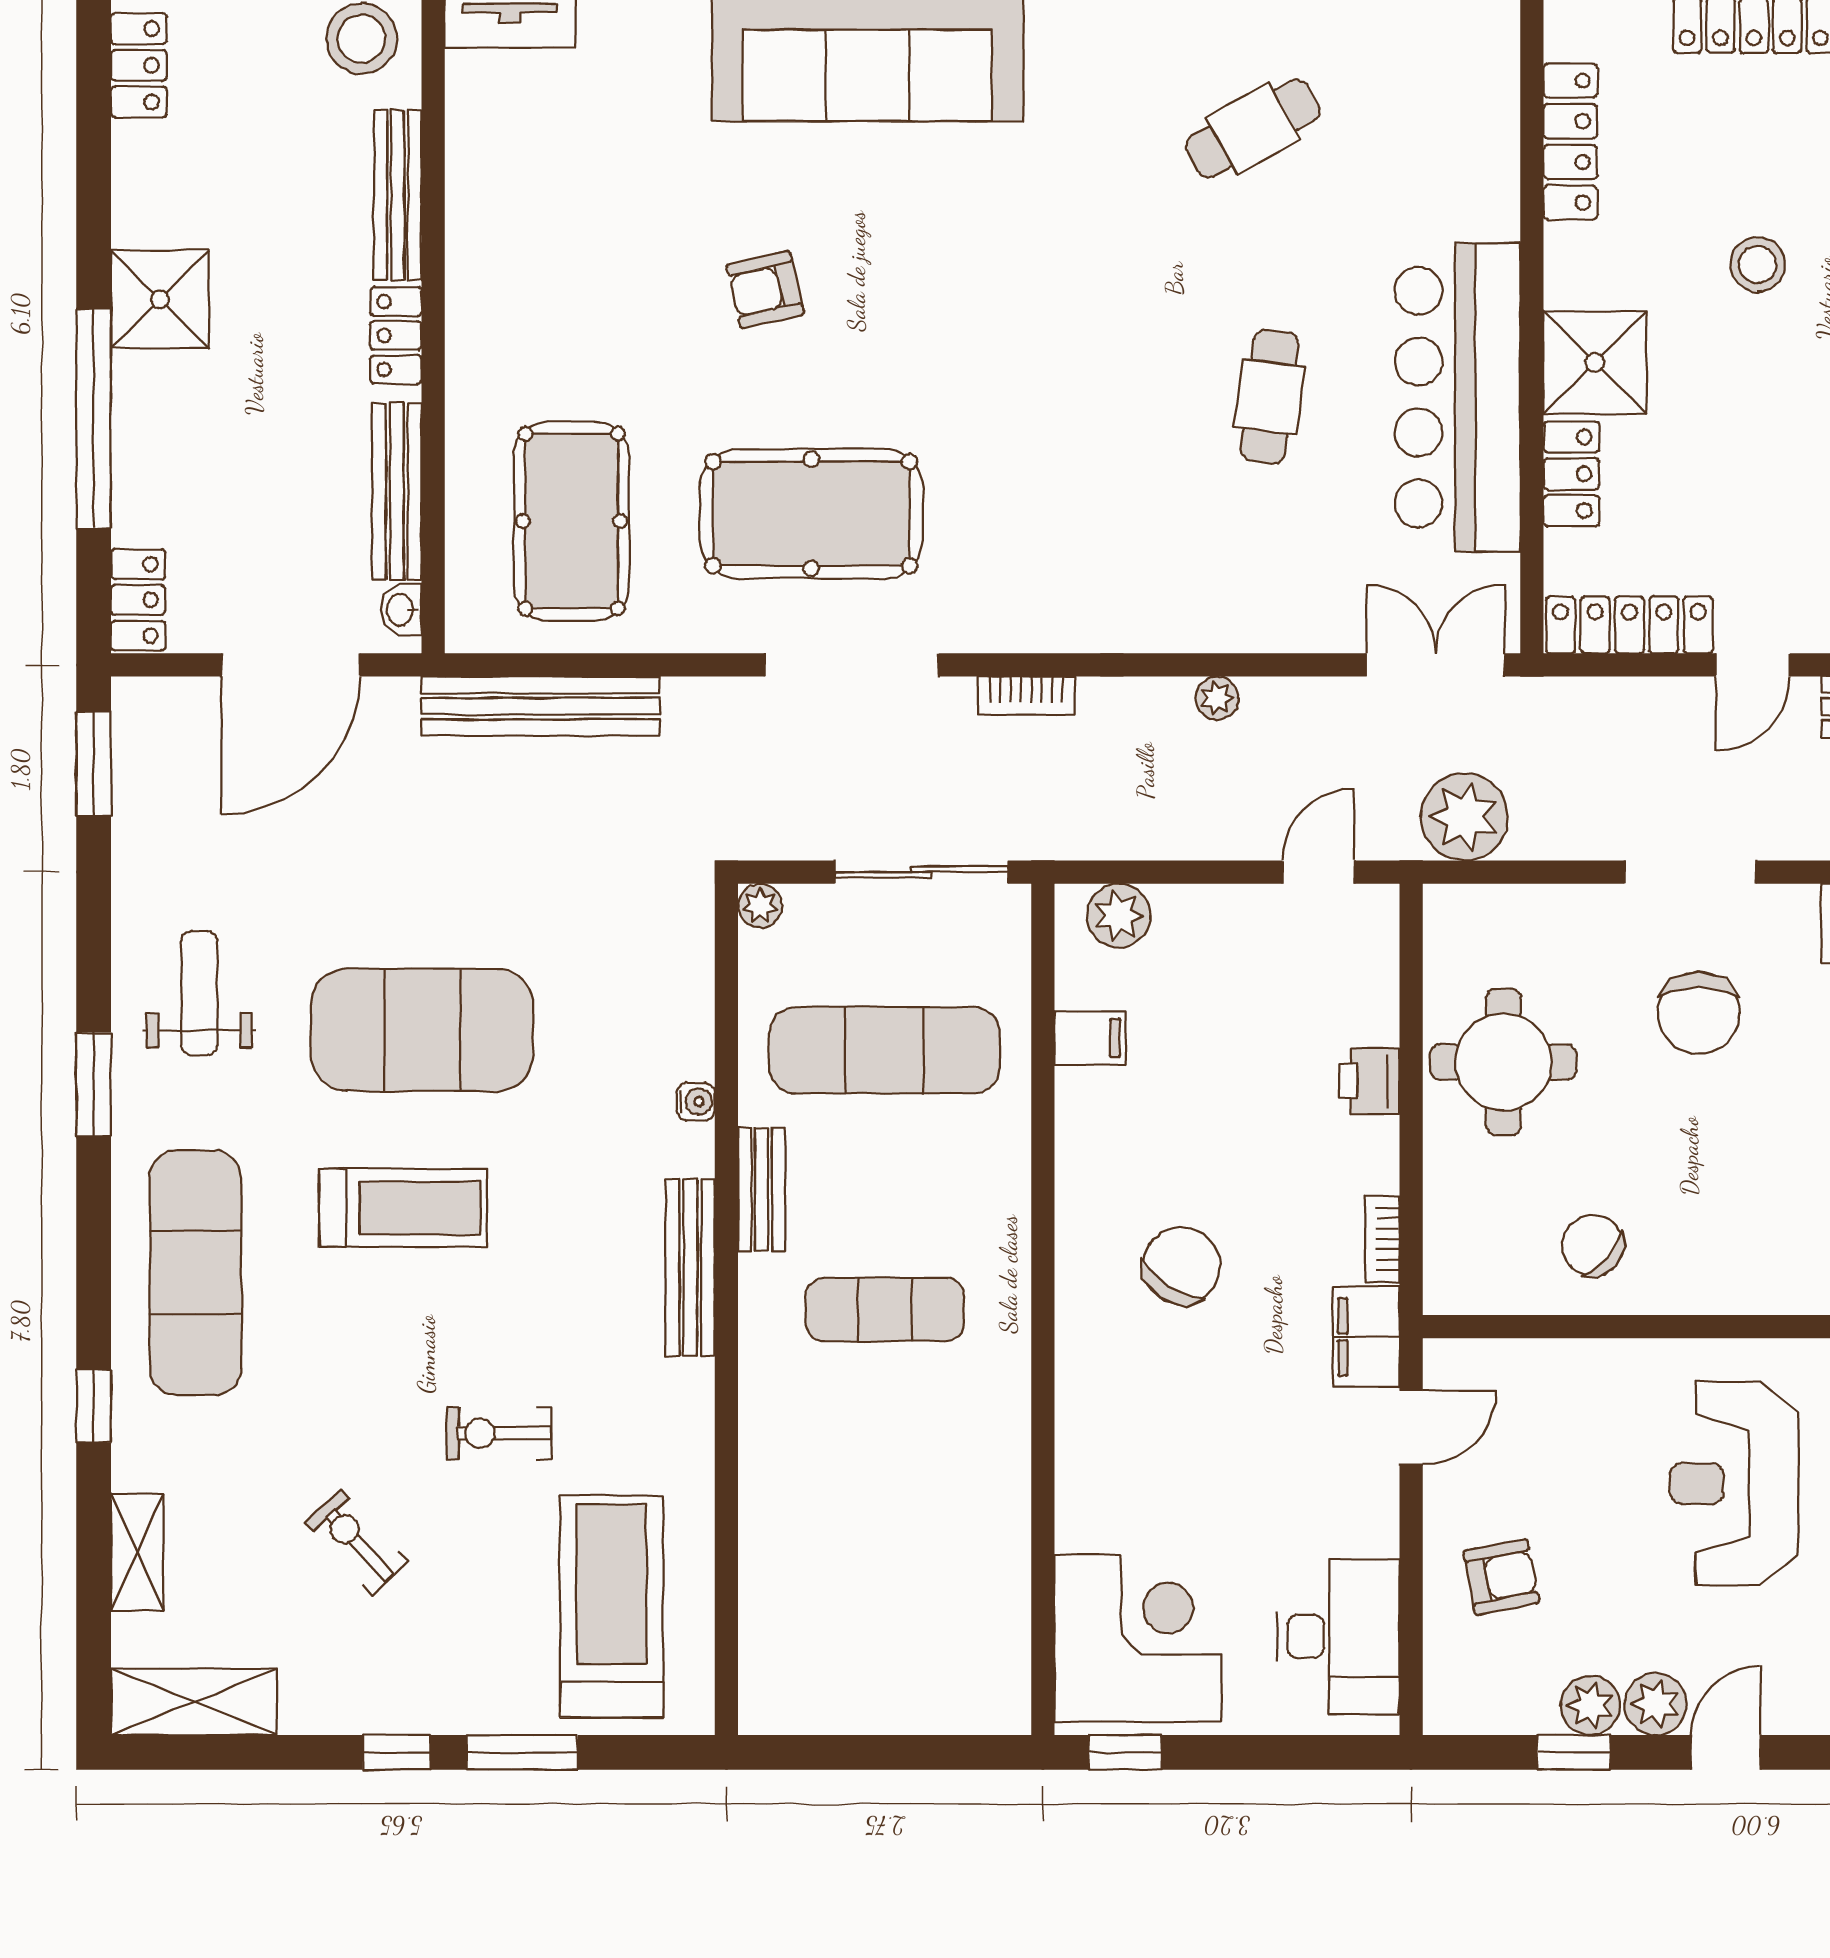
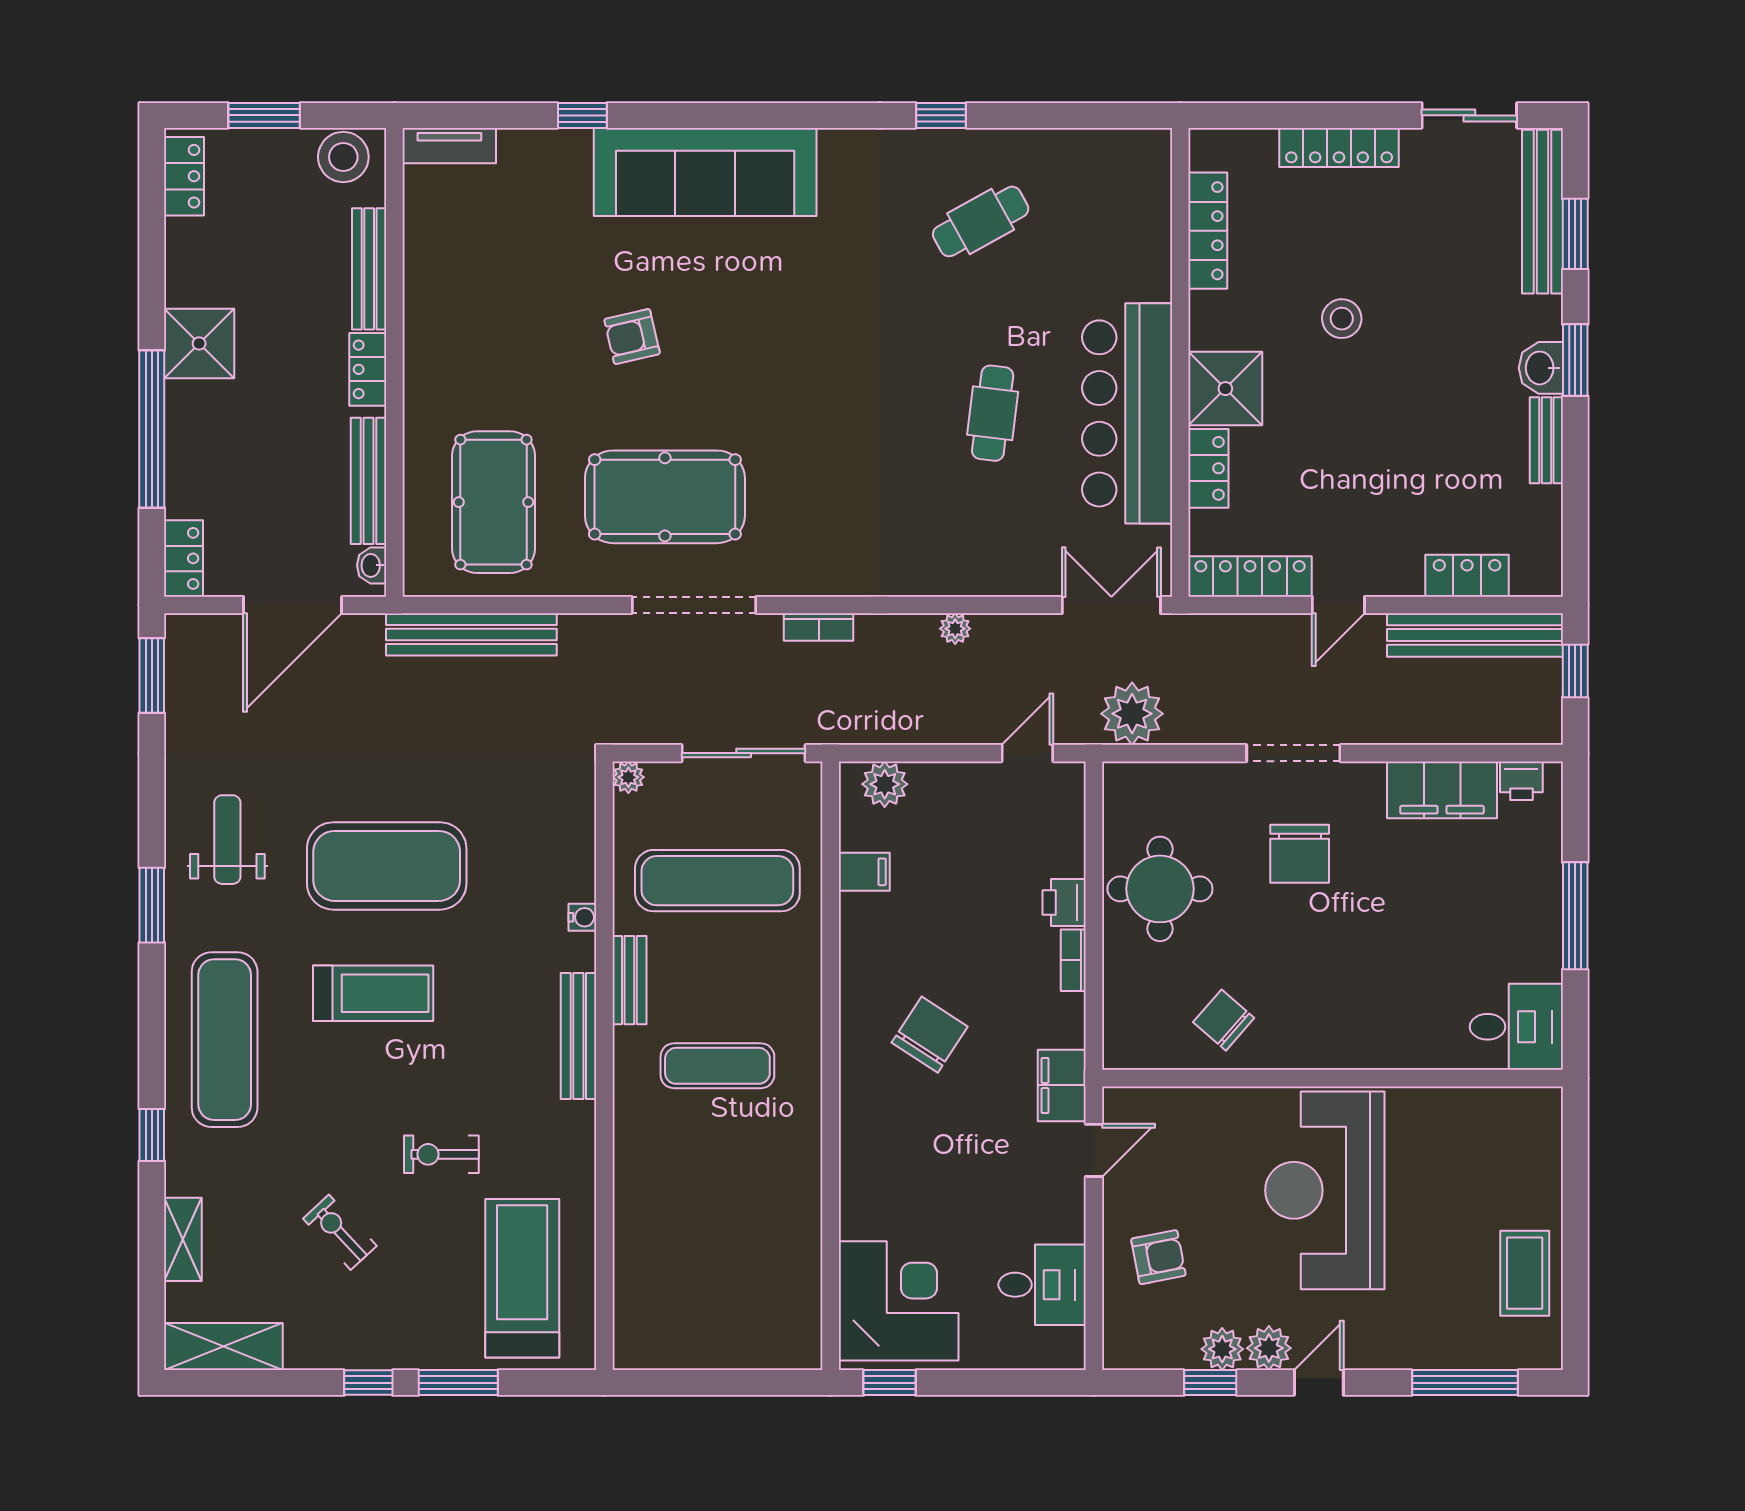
bookcase: (1382, 1239) -> (1073, 960), moved
reception desk: (1734, 1483) -> (1325, 1190), width x1.36, depth x1.30
desk: (1339, 1637) -> (1042, 1285), width x0.73

